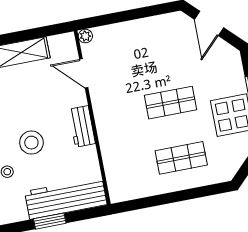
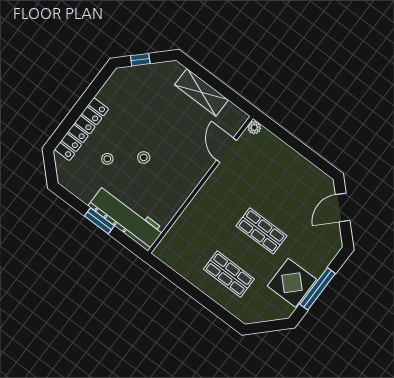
workbench: (82, 126) -> (188, 183), removed
stool: (31, 143) -> (144, 157), width x0.53, depth x0.53

